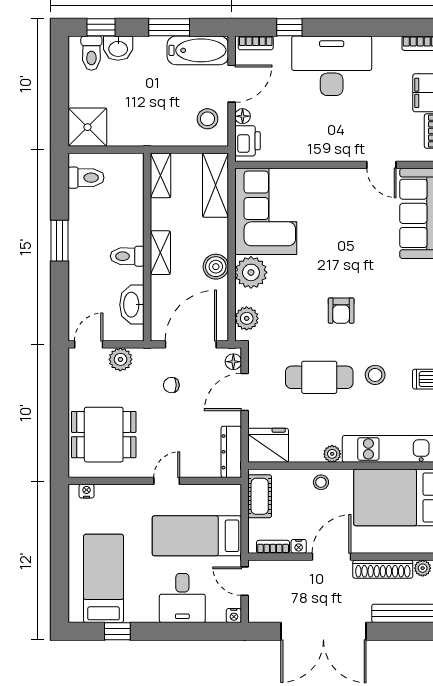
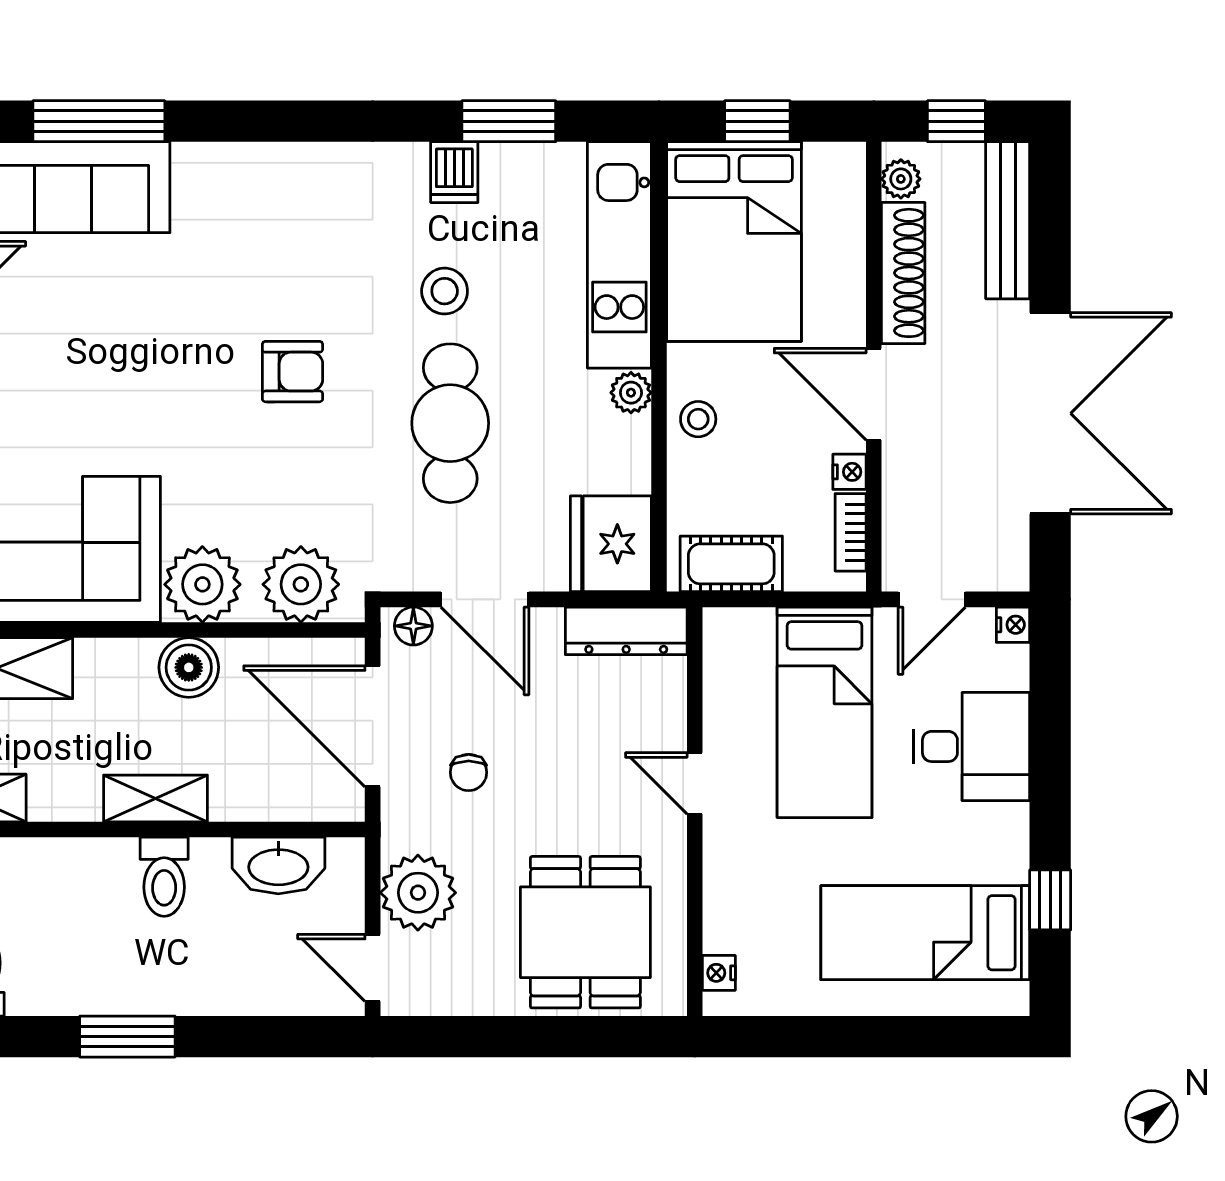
plant: (247, 318) -> (301, 584), width x1.36, depth x1.36
plant: (120, 359) -> (418, 893), width x1.36, depth x1.36

